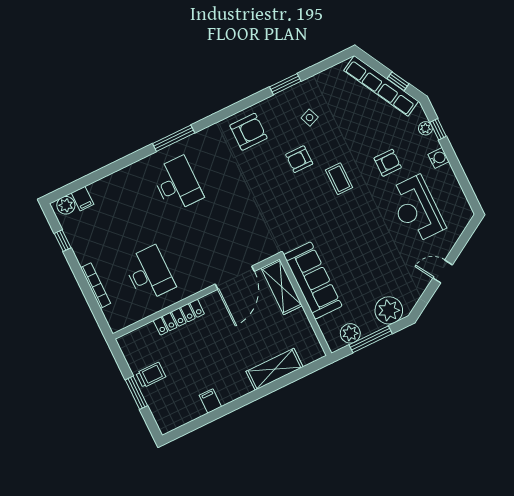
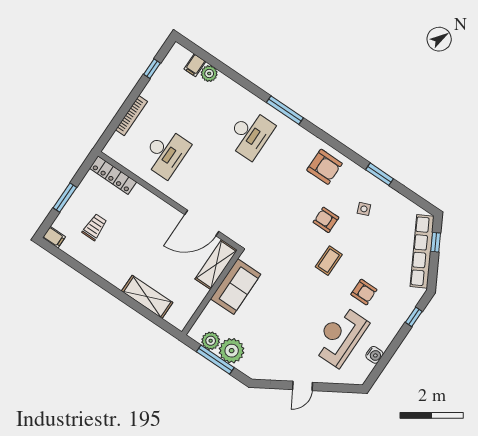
window: (398, 81) -> (436, 242), moved
plant: (425, 128) -> (409, 306), removed
water cooler: (438, 158) -> (374, 355), moved
plant: (66, 205) -> (209, 73), moved
door: (443, 271) -> (302, 386), swing flipped
sofa: (313, 280) -> (236, 287), width x0.73
plant: (389, 310) -> (232, 351), moved
locker: (179, 317) -> (113, 175), moved
trolley: (151, 375) -> (95, 227), moved, turned -90
filing cabinet: (210, 401) -> (54, 237), moved, turned 90

